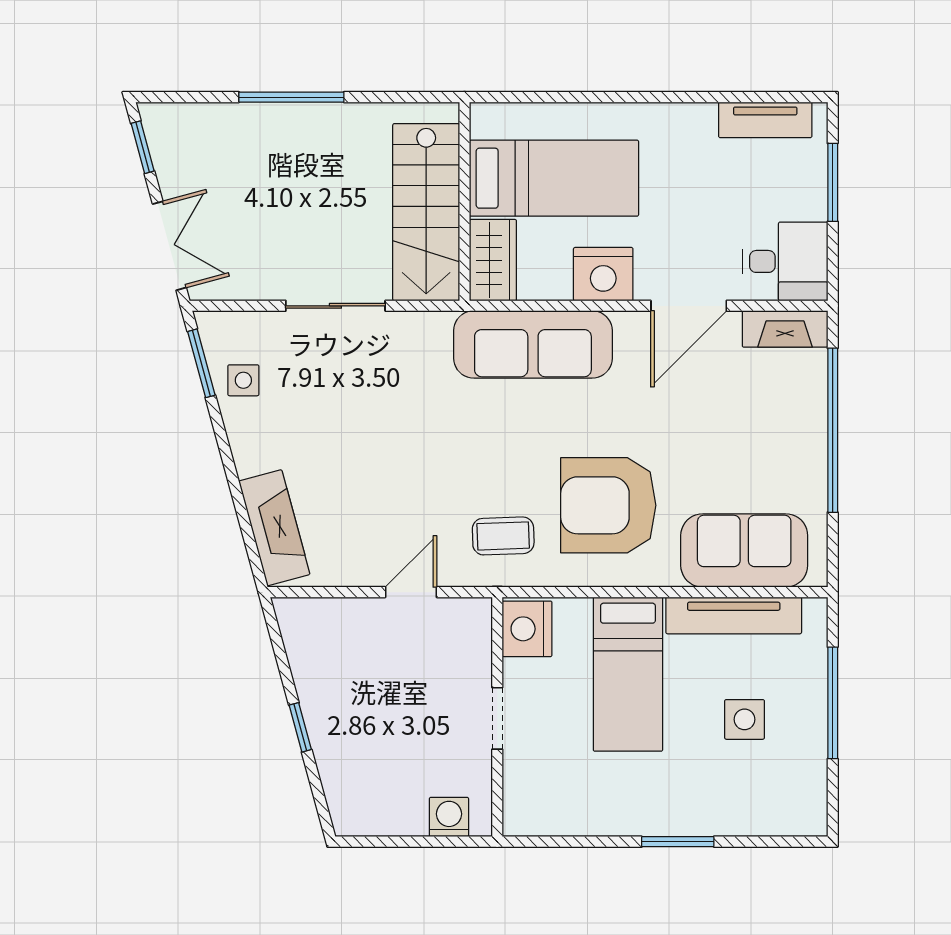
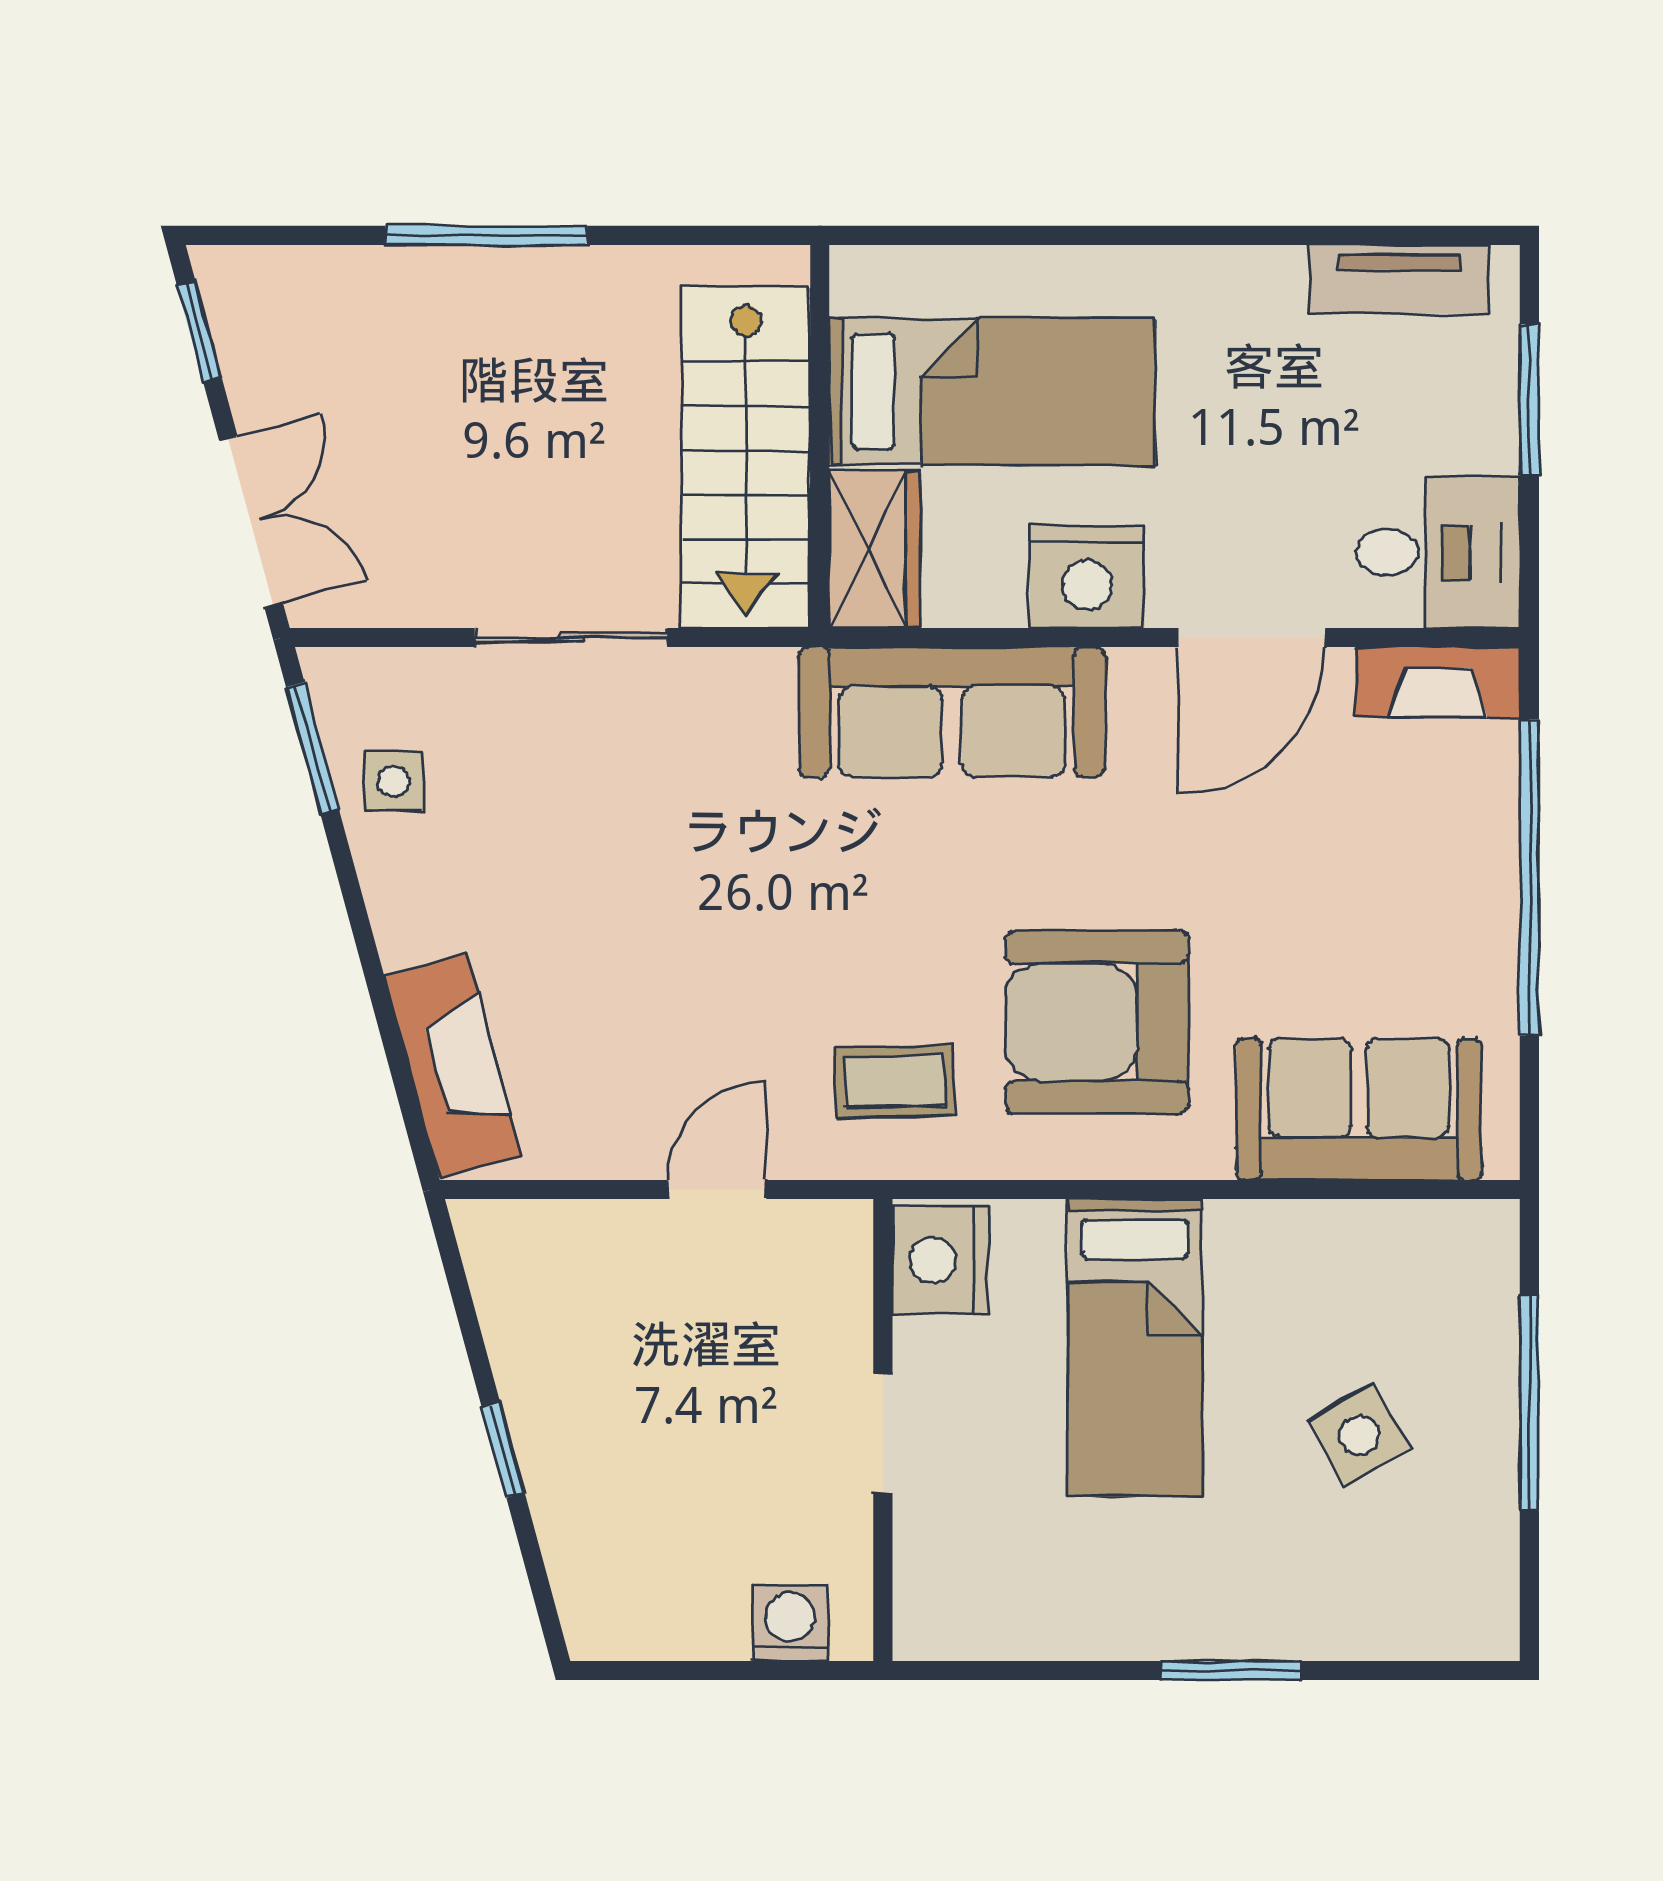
tv unit: (734, 615) -> (1339, 1234), removed
side table: (745, 719) -> (1360, 1435), turned -30

